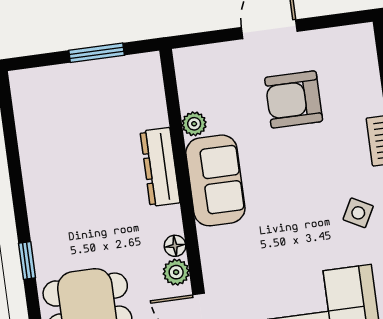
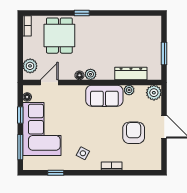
plant: (192, 64) -> (154, 93), added
dresser: (160, 167) -> (131, 74), moved
plant: (176, 272) -> (91, 74), moved

